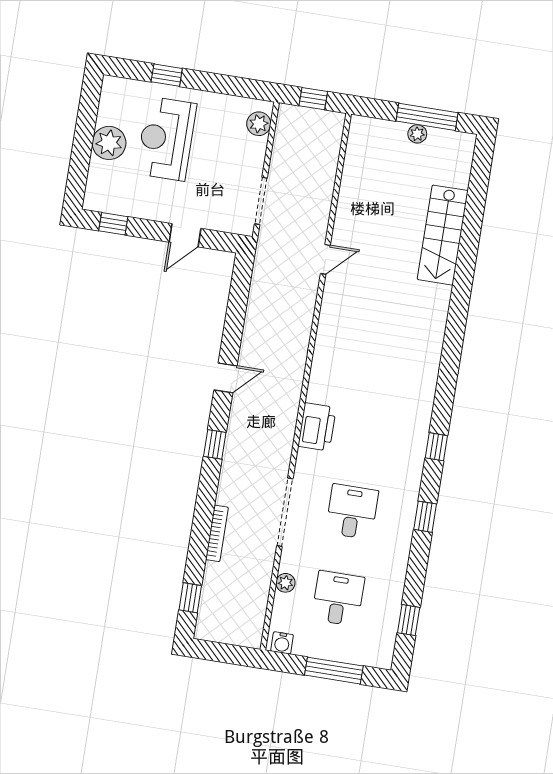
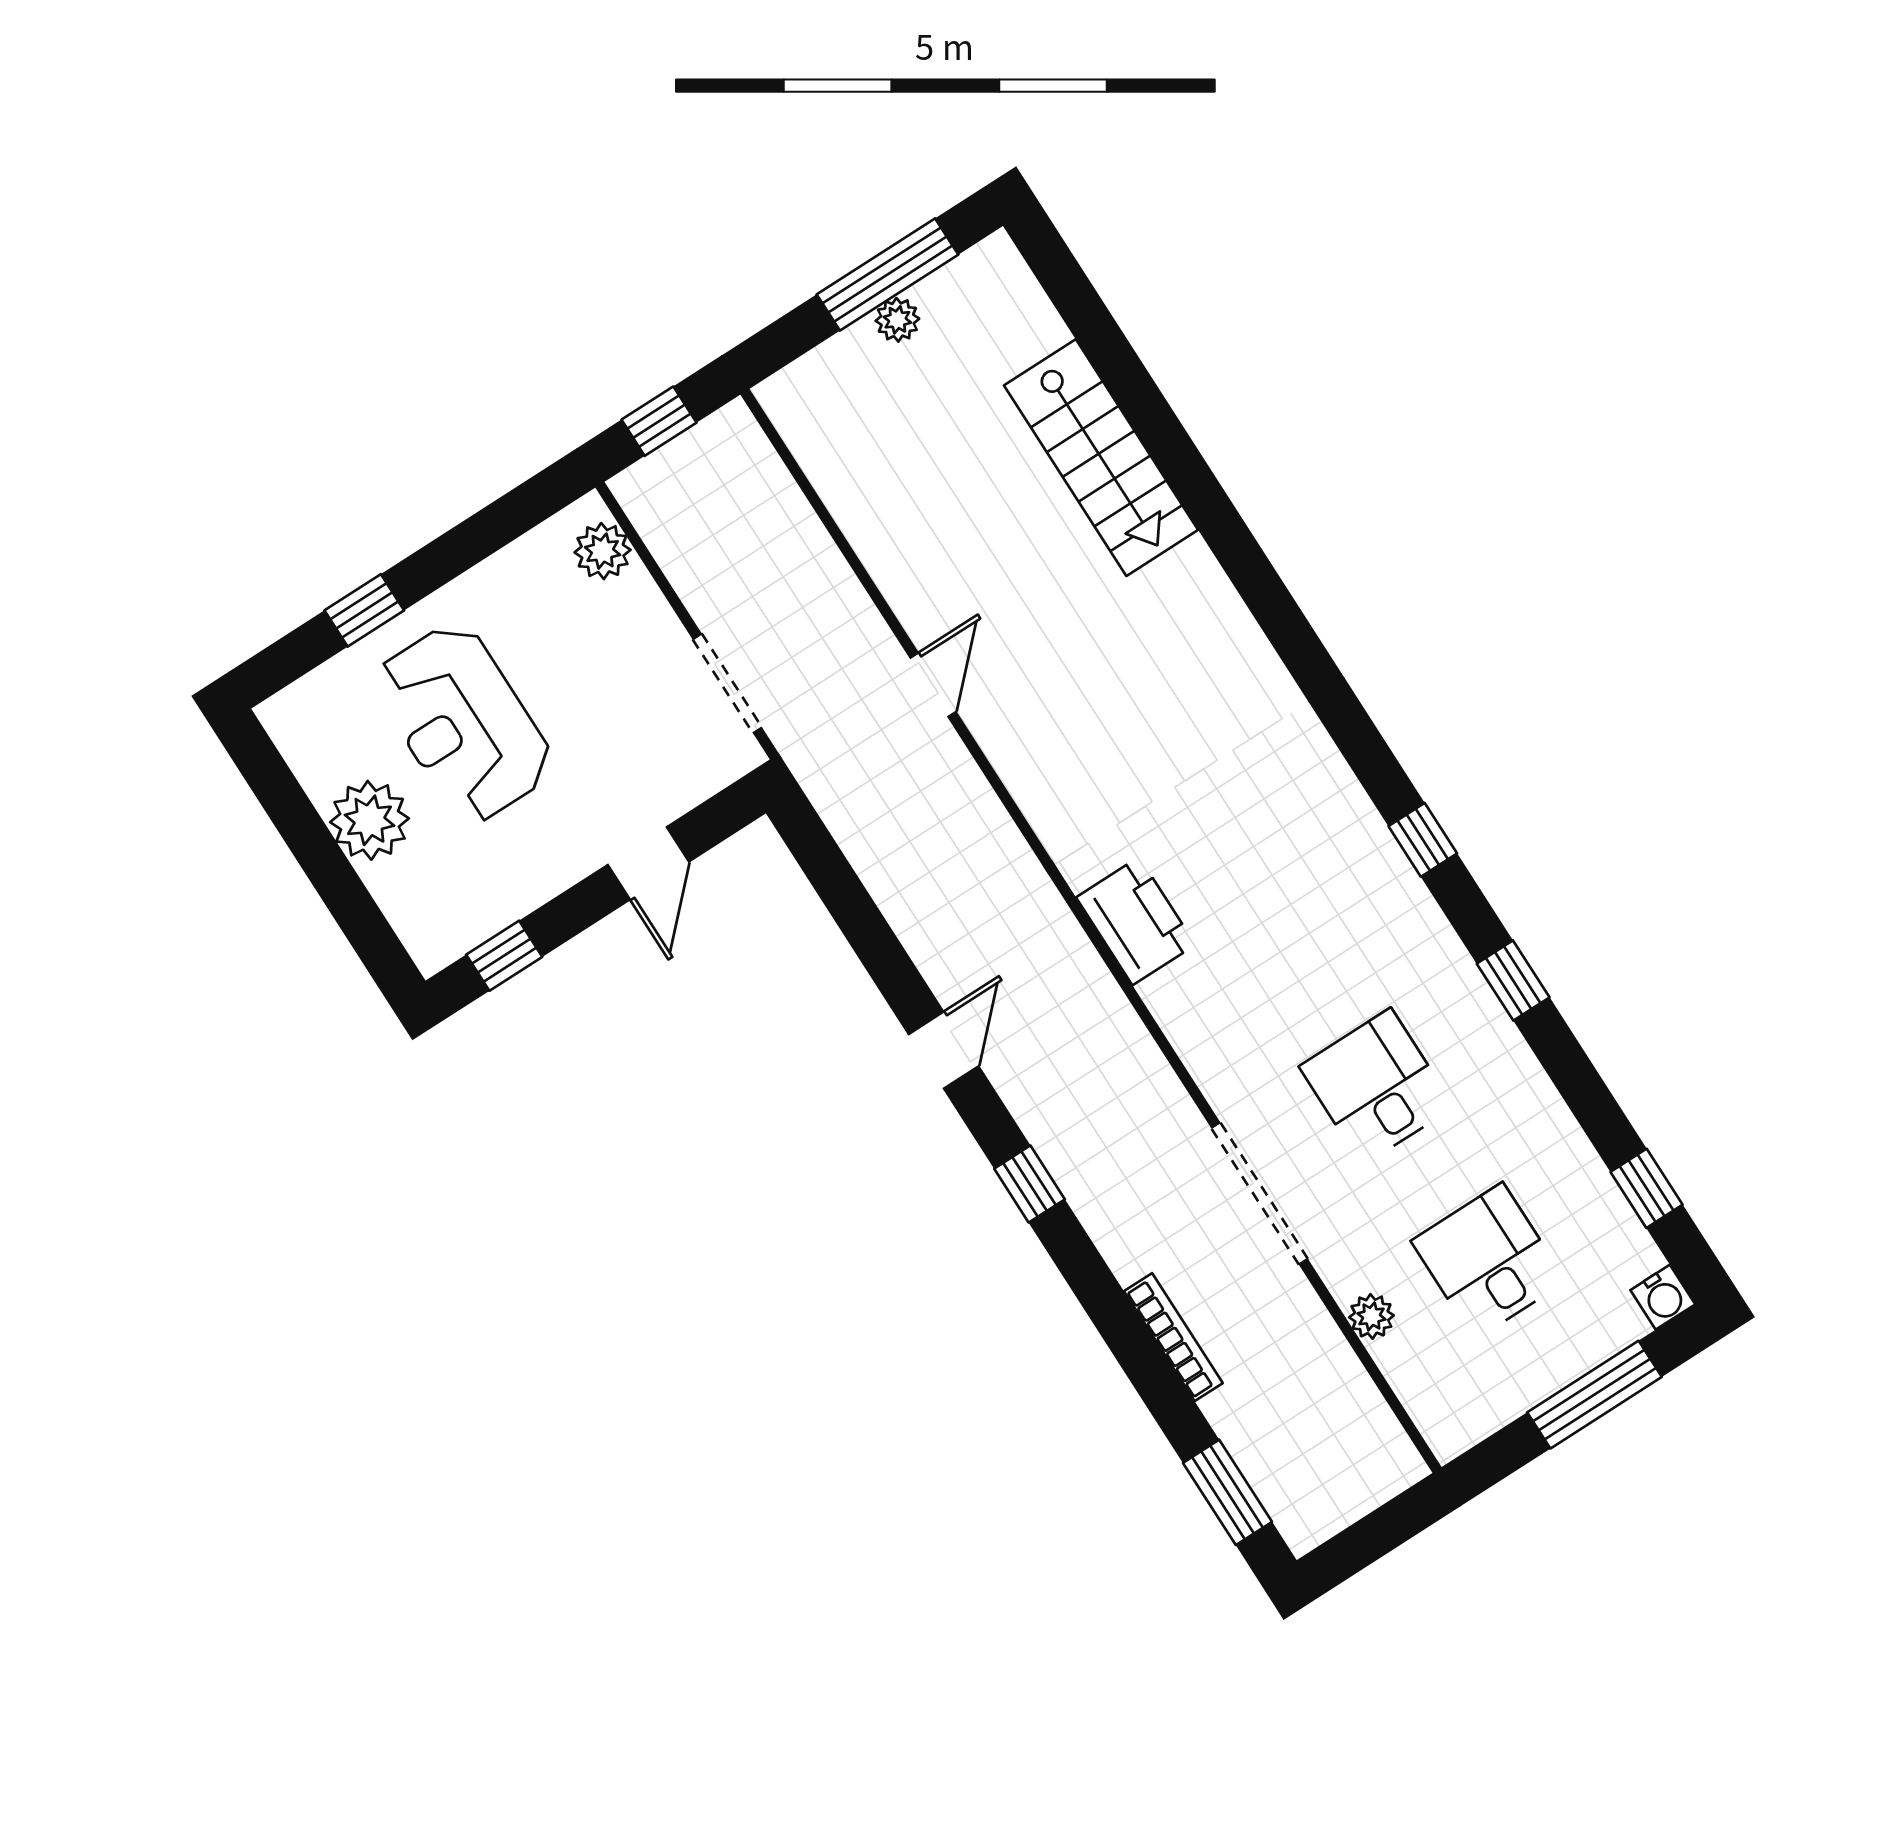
printer: (317, 427) -> (1136, 921), moved
window: (190, 598) -> (1227, 1492), width x1.50
water cooler: (282, 643) -> (1663, 1297), moved

